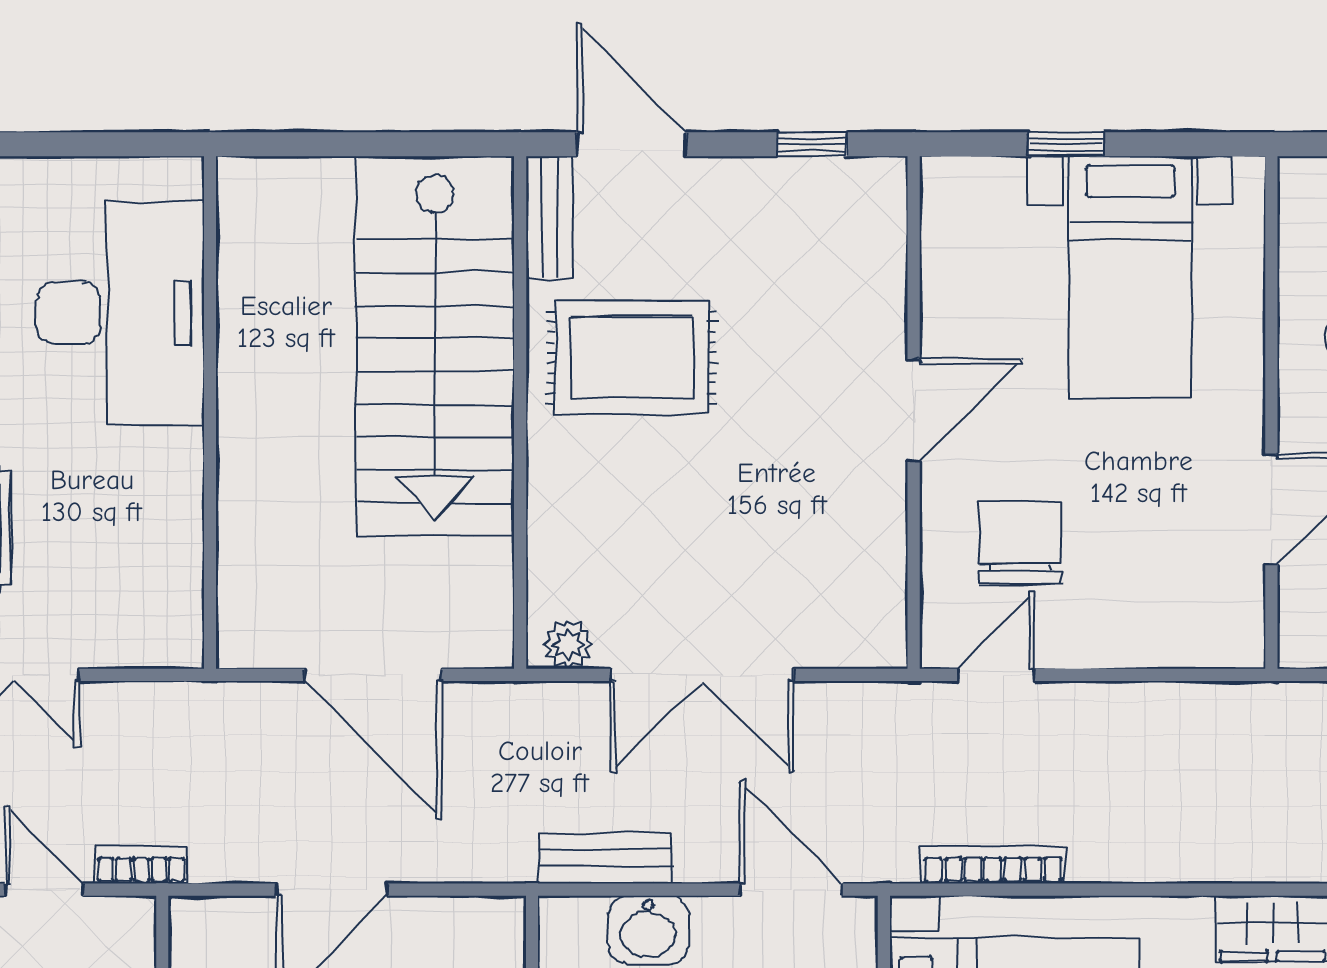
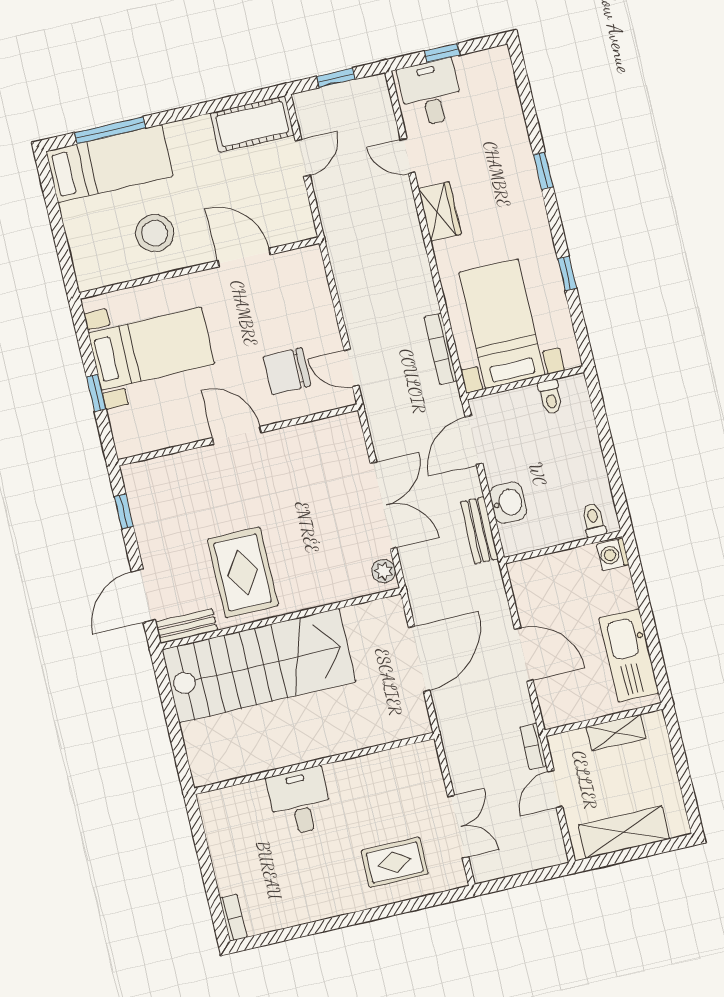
desk: (120, 313) -> (300, 801), width x0.53, depth x0.77

